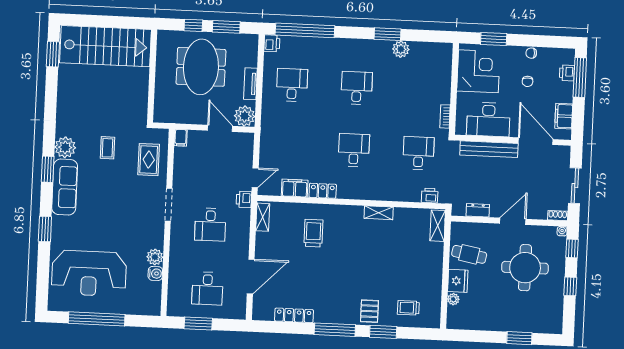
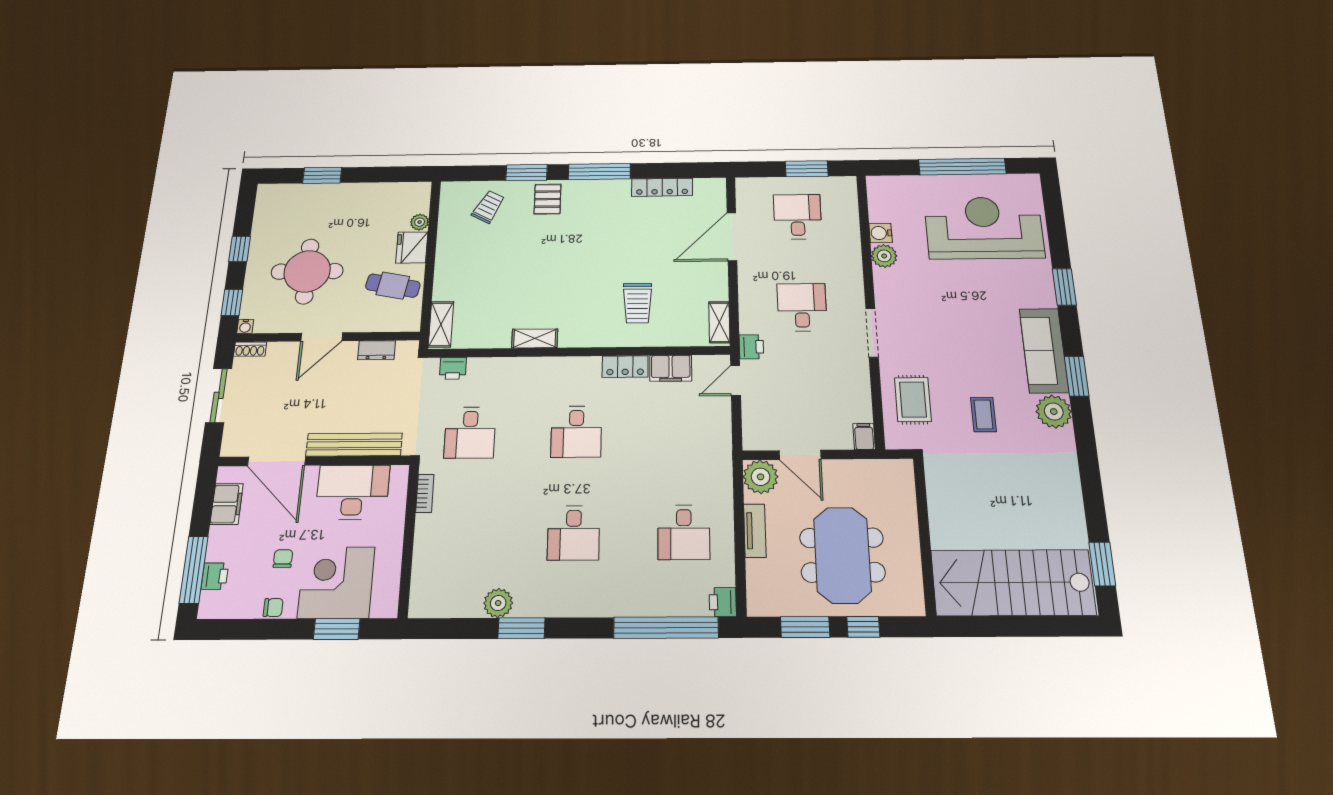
corner desk: (478, 71) -> (336, 582), moved, turned 90
trolley: (408, 308) -> (488, 207), turned -62

